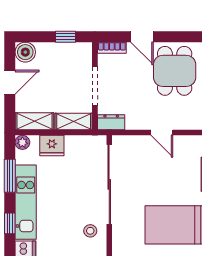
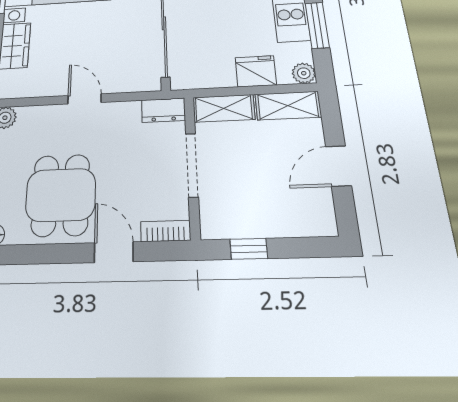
boiler: (25, 52) -> (318, 219), removed

